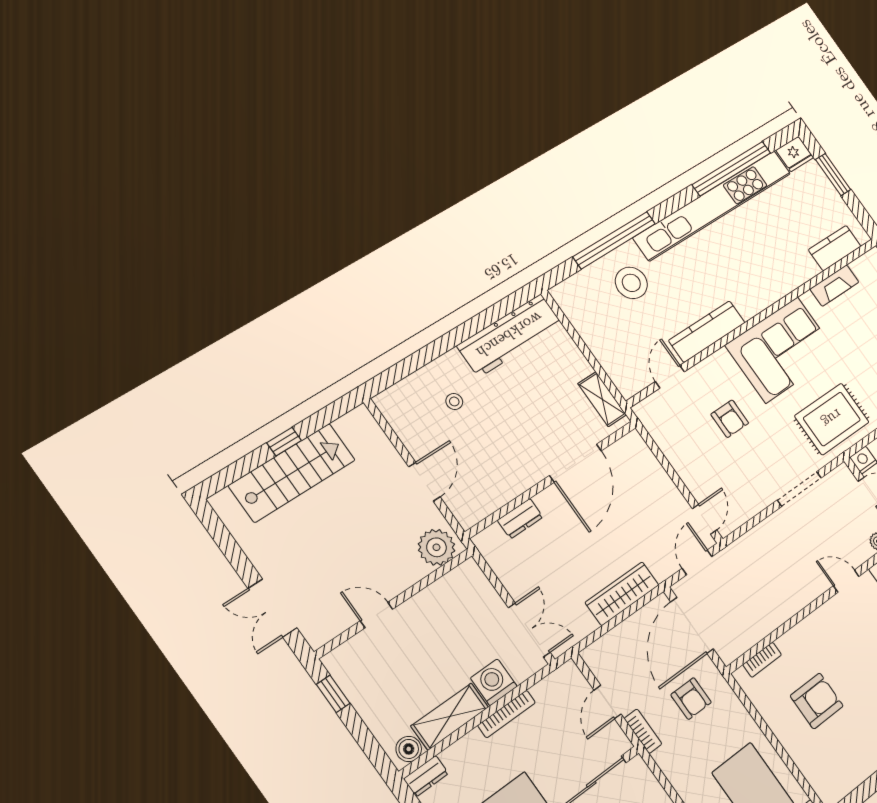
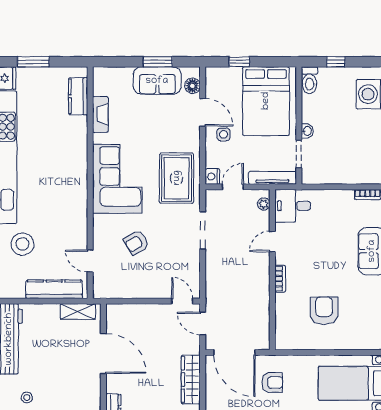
kitchen counter: (707, 332) -> (54, 289), moved, turned 90
armchair: (730, 419) -> (136, 243), turned 149
bookcase: (762, 660) -> (280, 279), moved

